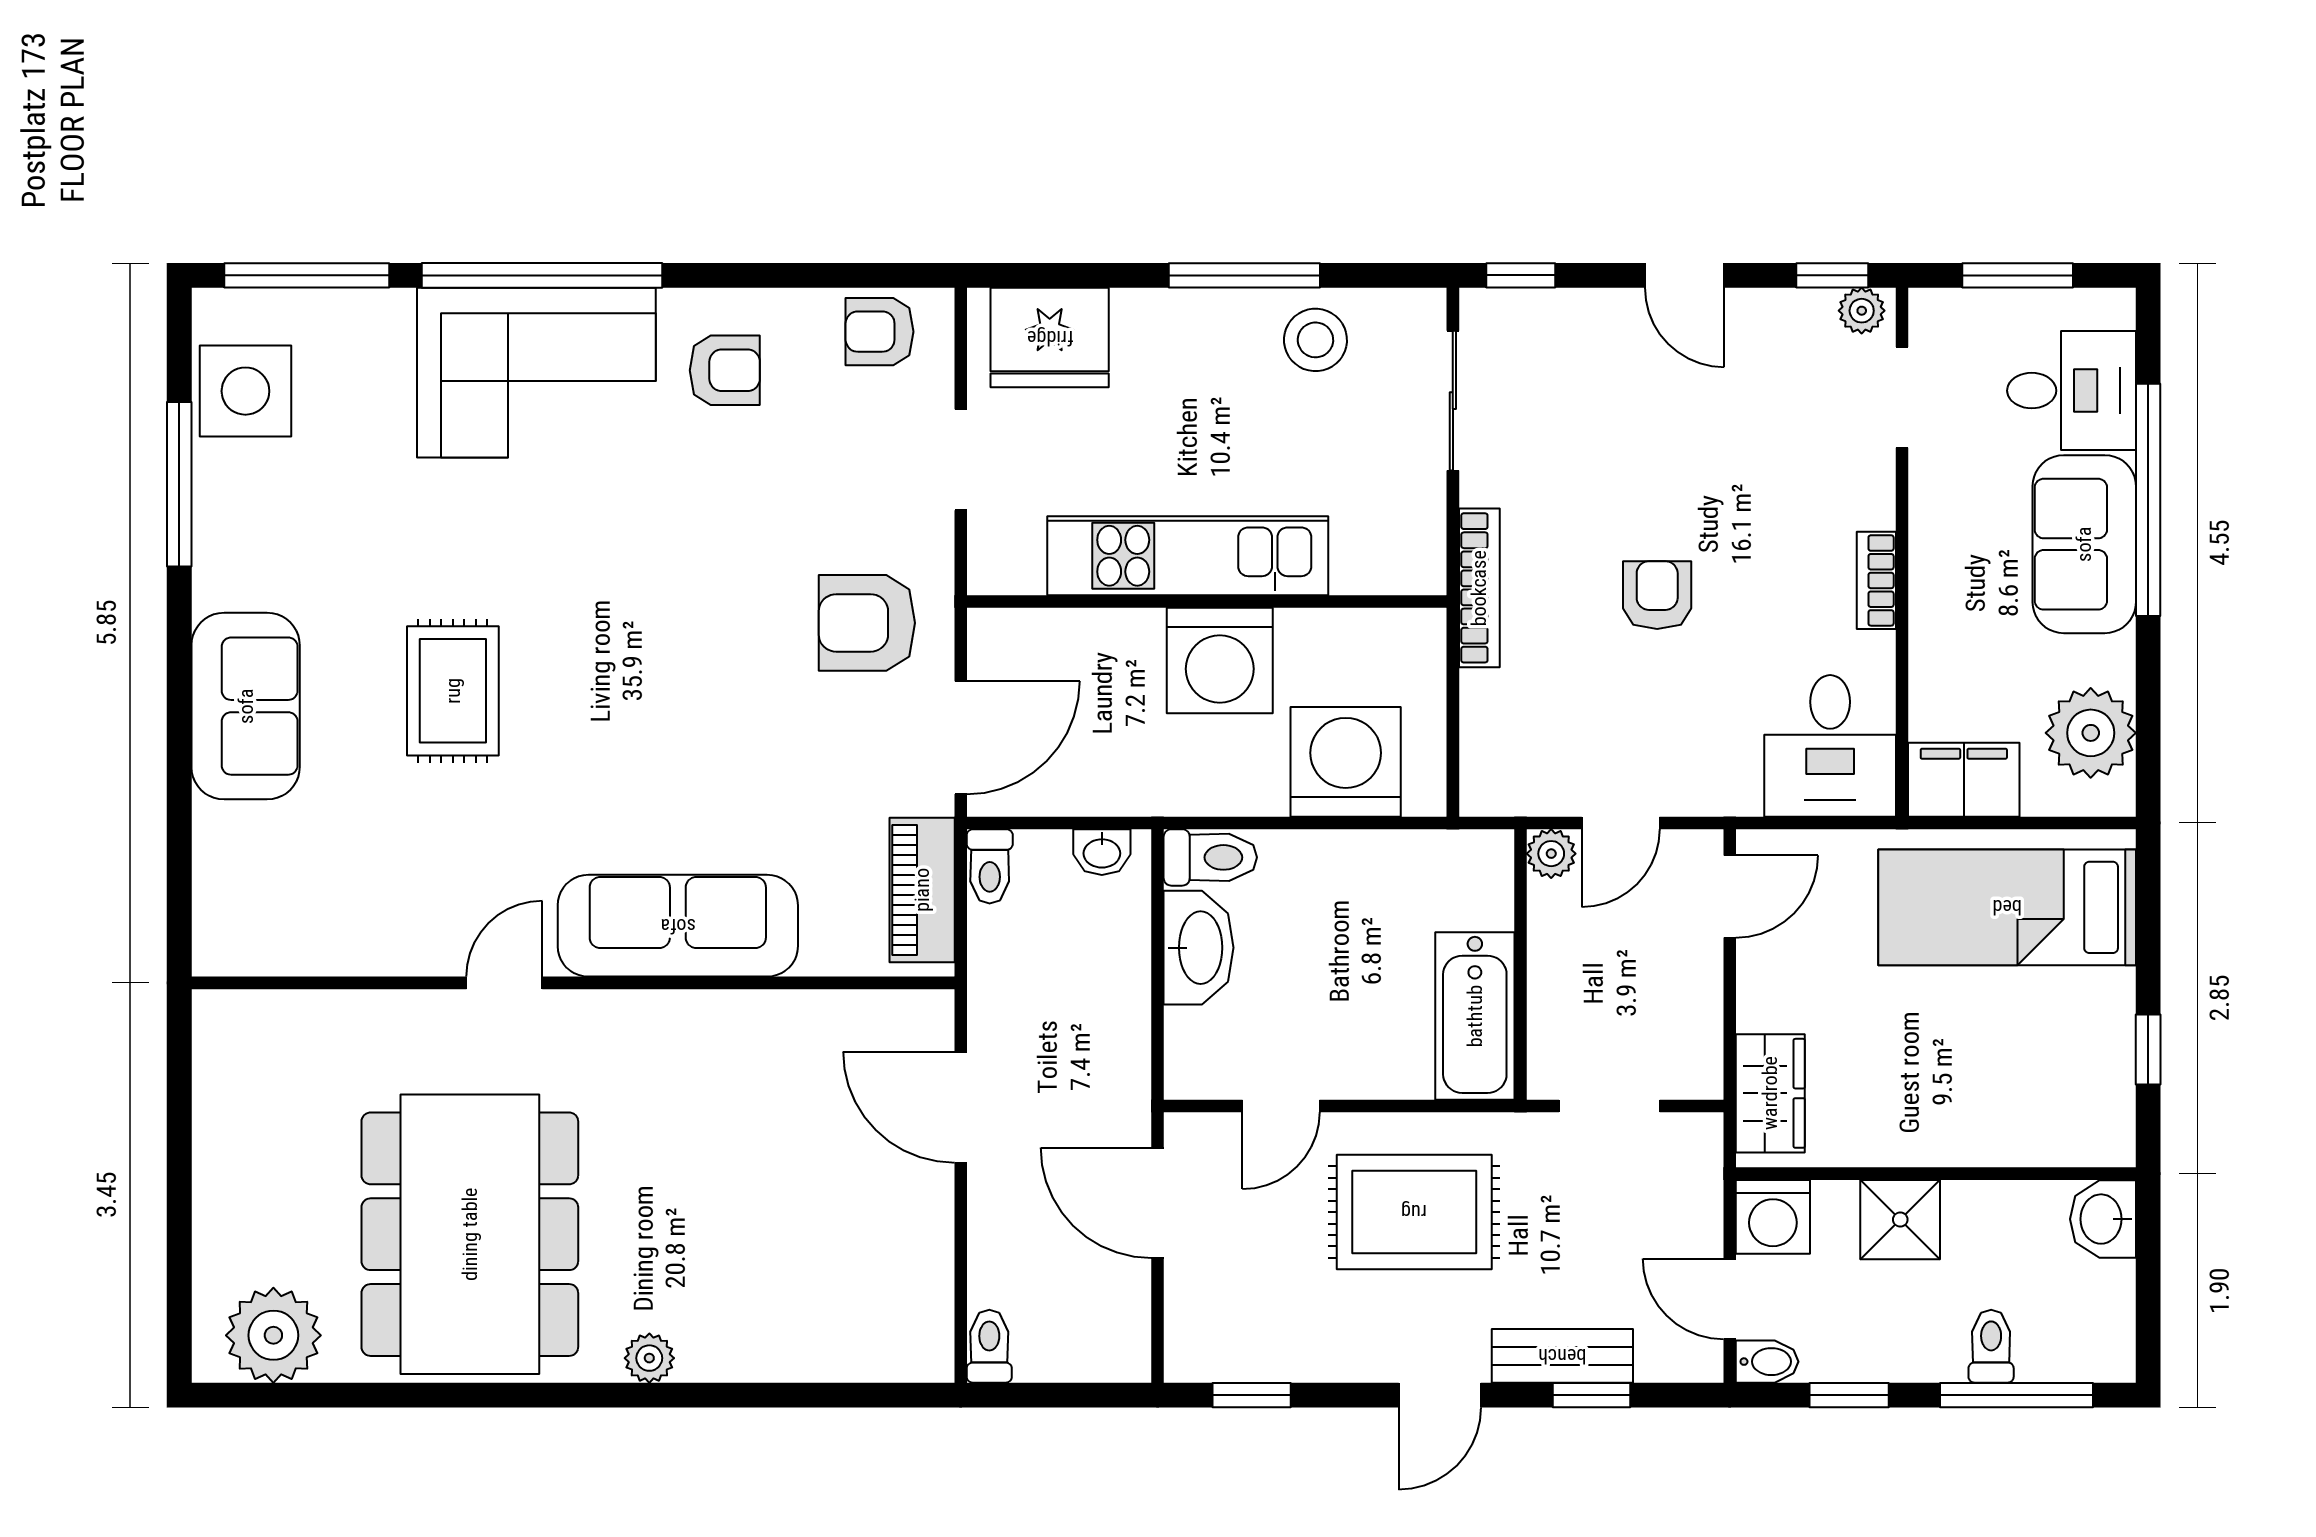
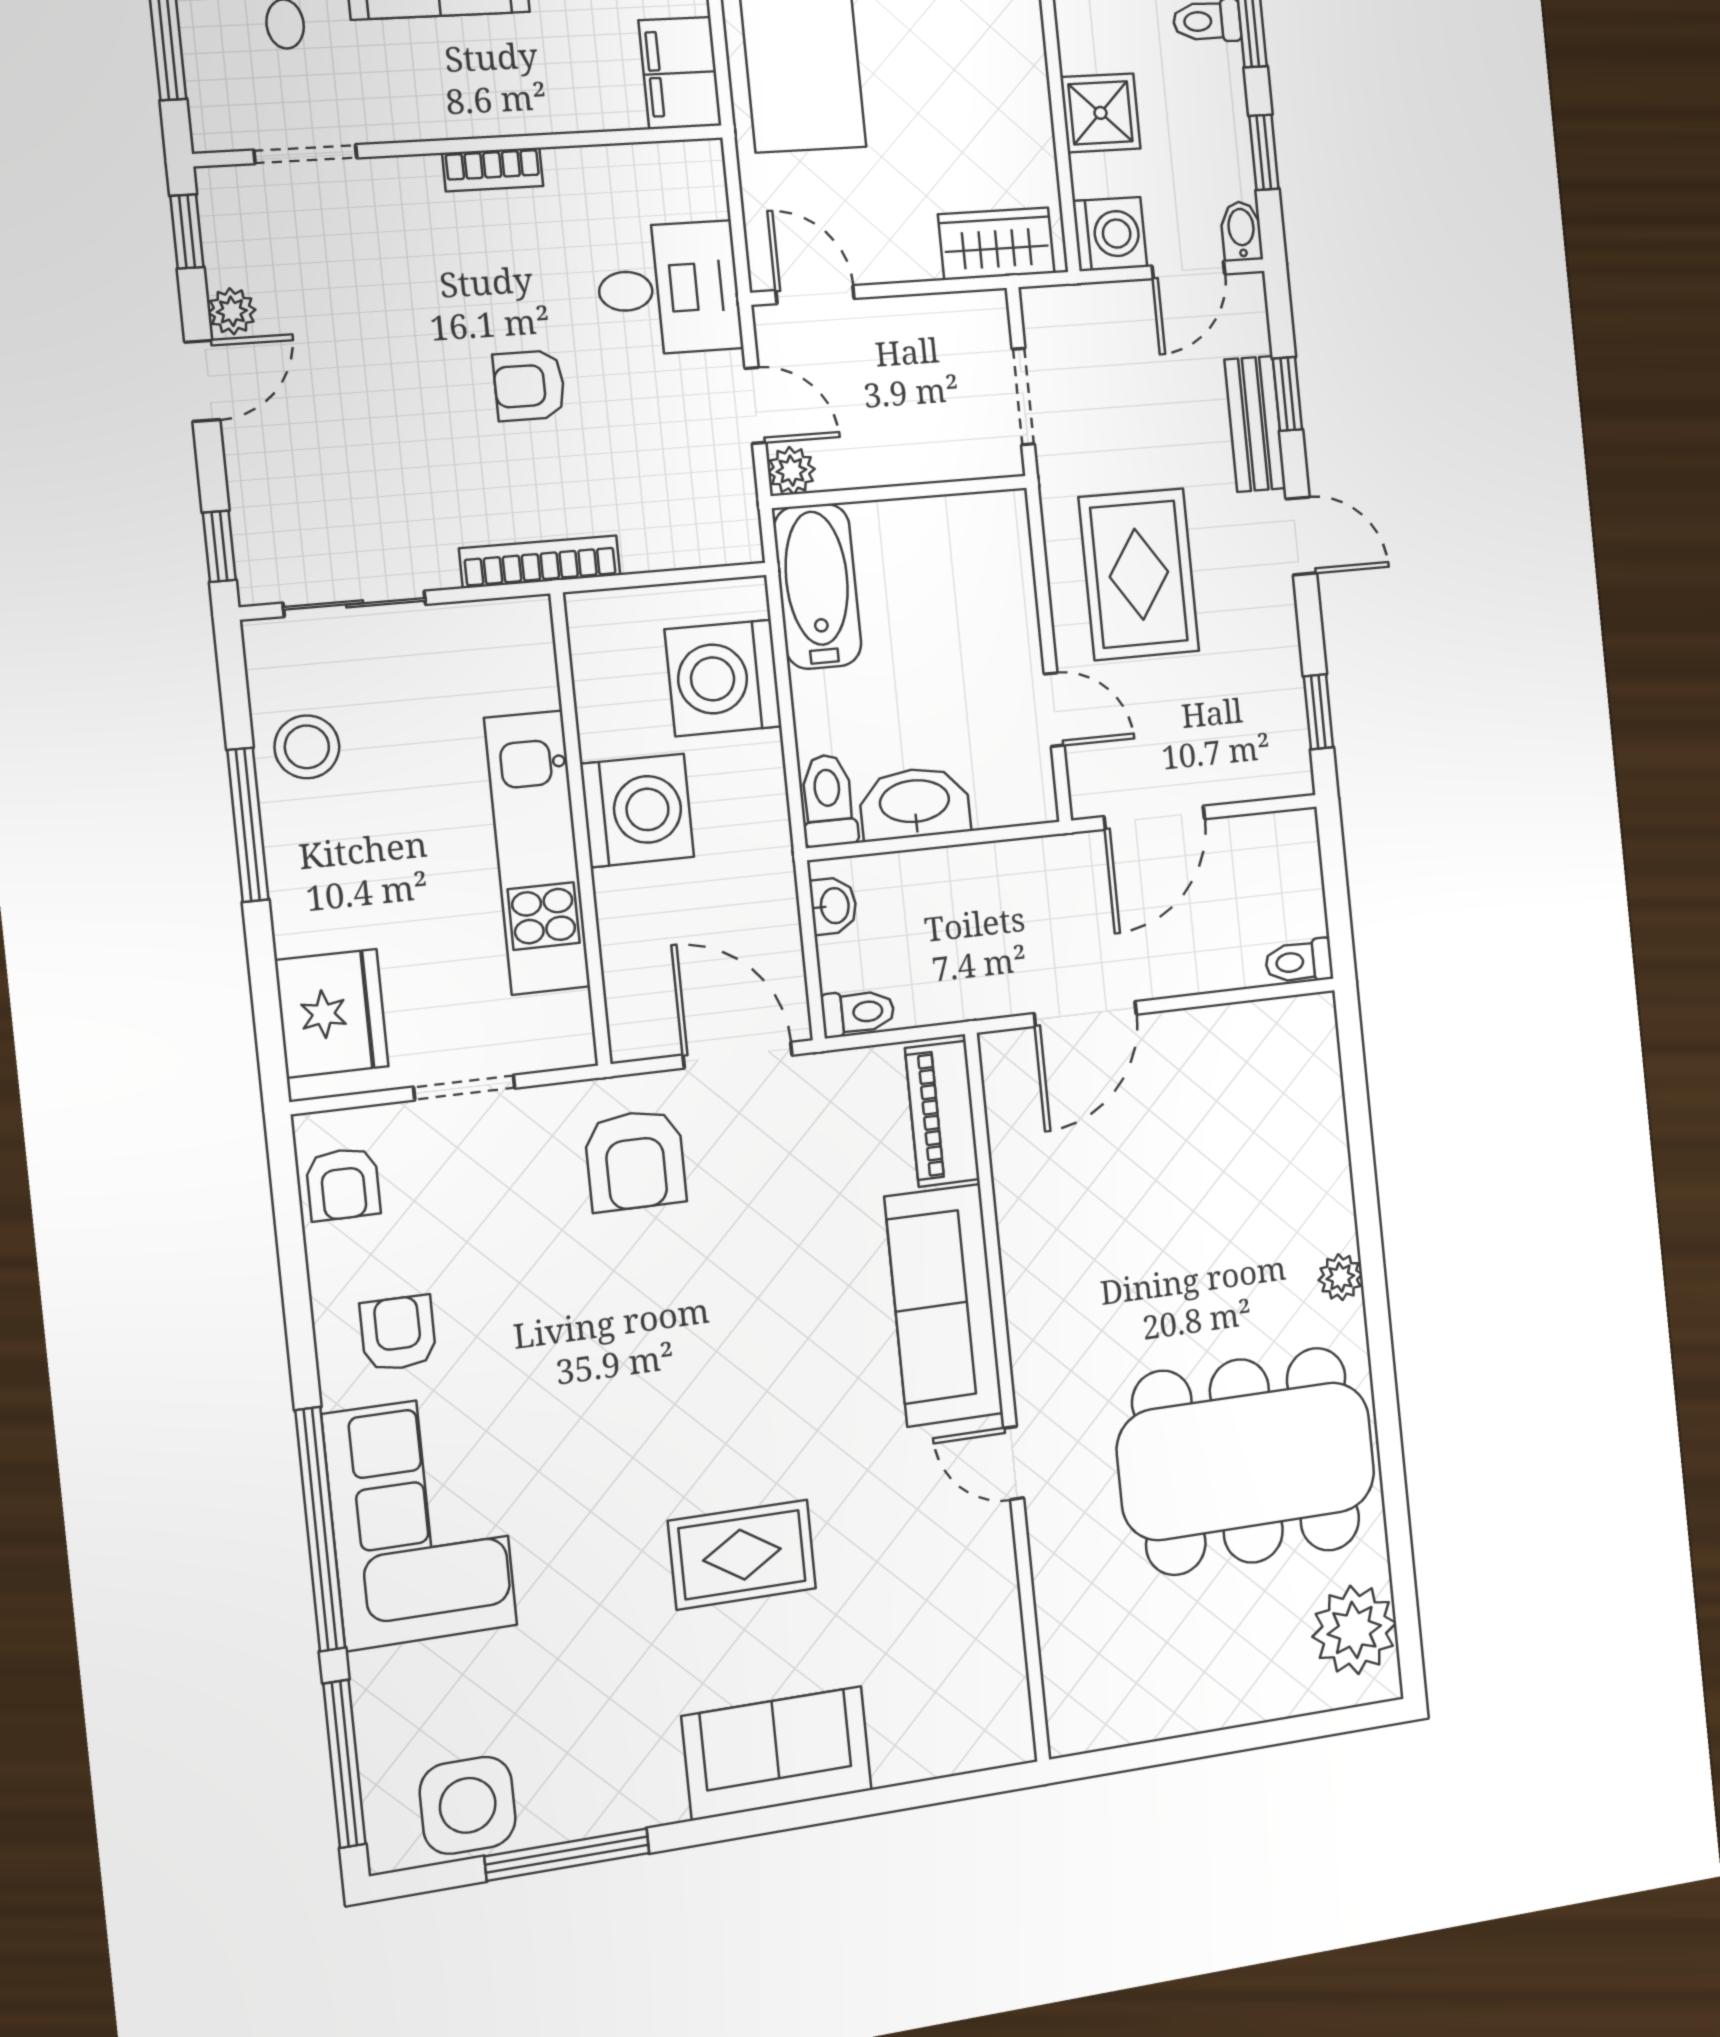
plant: (1862, 311) -> (232, 311), moved
desk: (1830, 746) -> (669, 289), moved
piano: (922, 890) -> (942, 1114), moved, turned 90
bathtub: (1475, 1016) -> (817, 586), moved, turned -90

